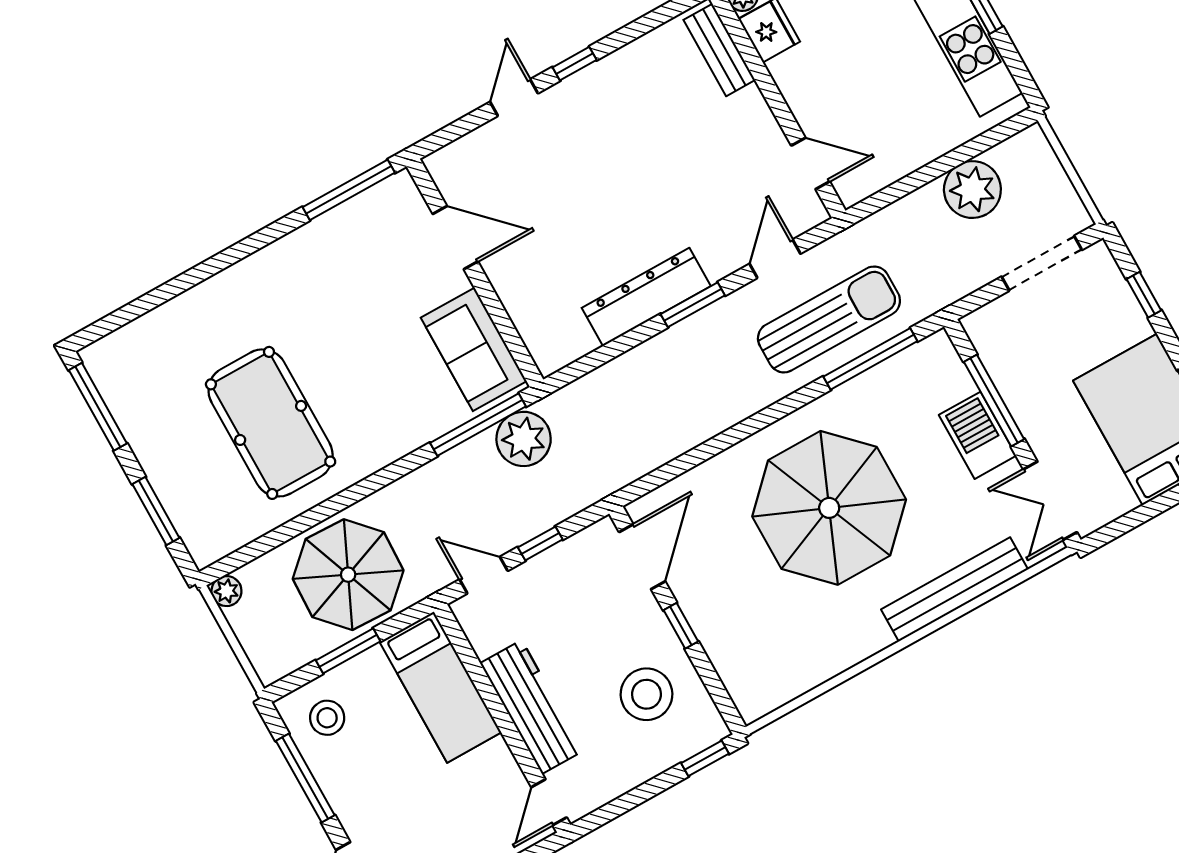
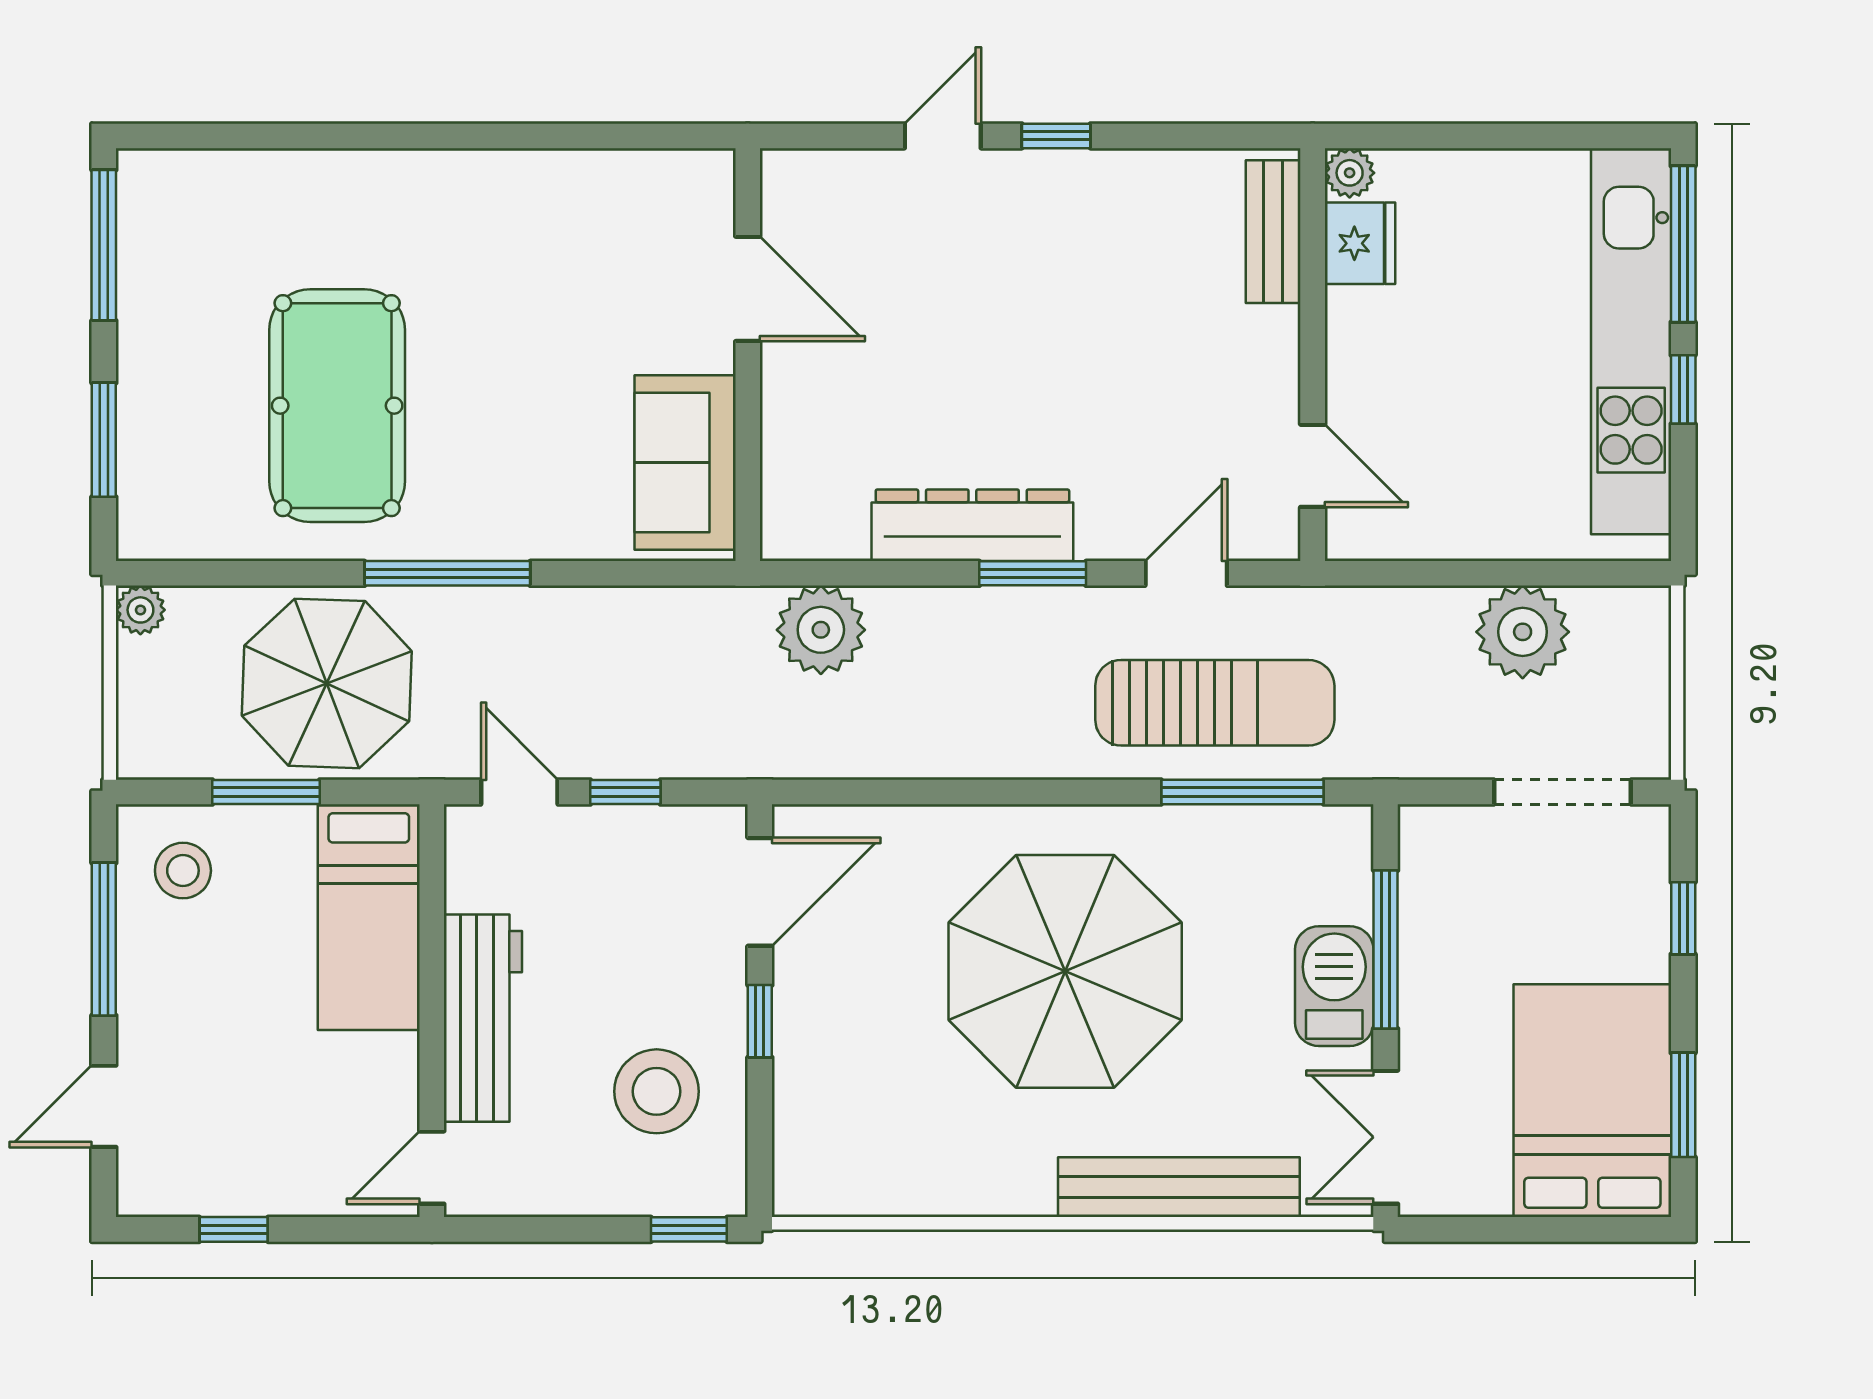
window: (349, 190) -> (634, 136), removed
window: (478, 425) -> (447, 573), moved
plant: (524, 439) -> (821, 630), moved

